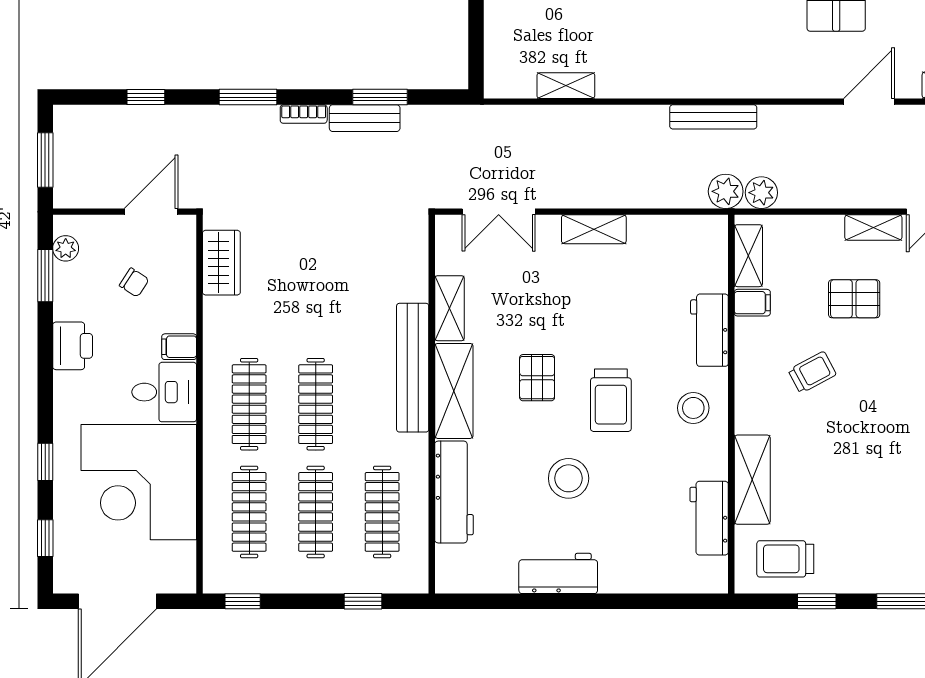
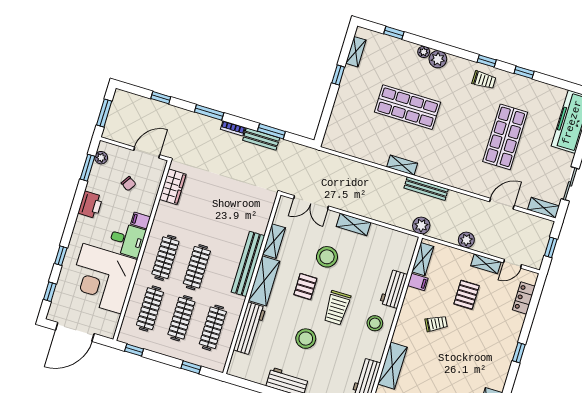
shelving: (566, 86) -> (402, 165), moved
plant: (761, 193) -> (466, 240), moved
pallet: (854, 299) -> (467, 295), turned 90
stool: (561, 307) -> (327, 257), added

